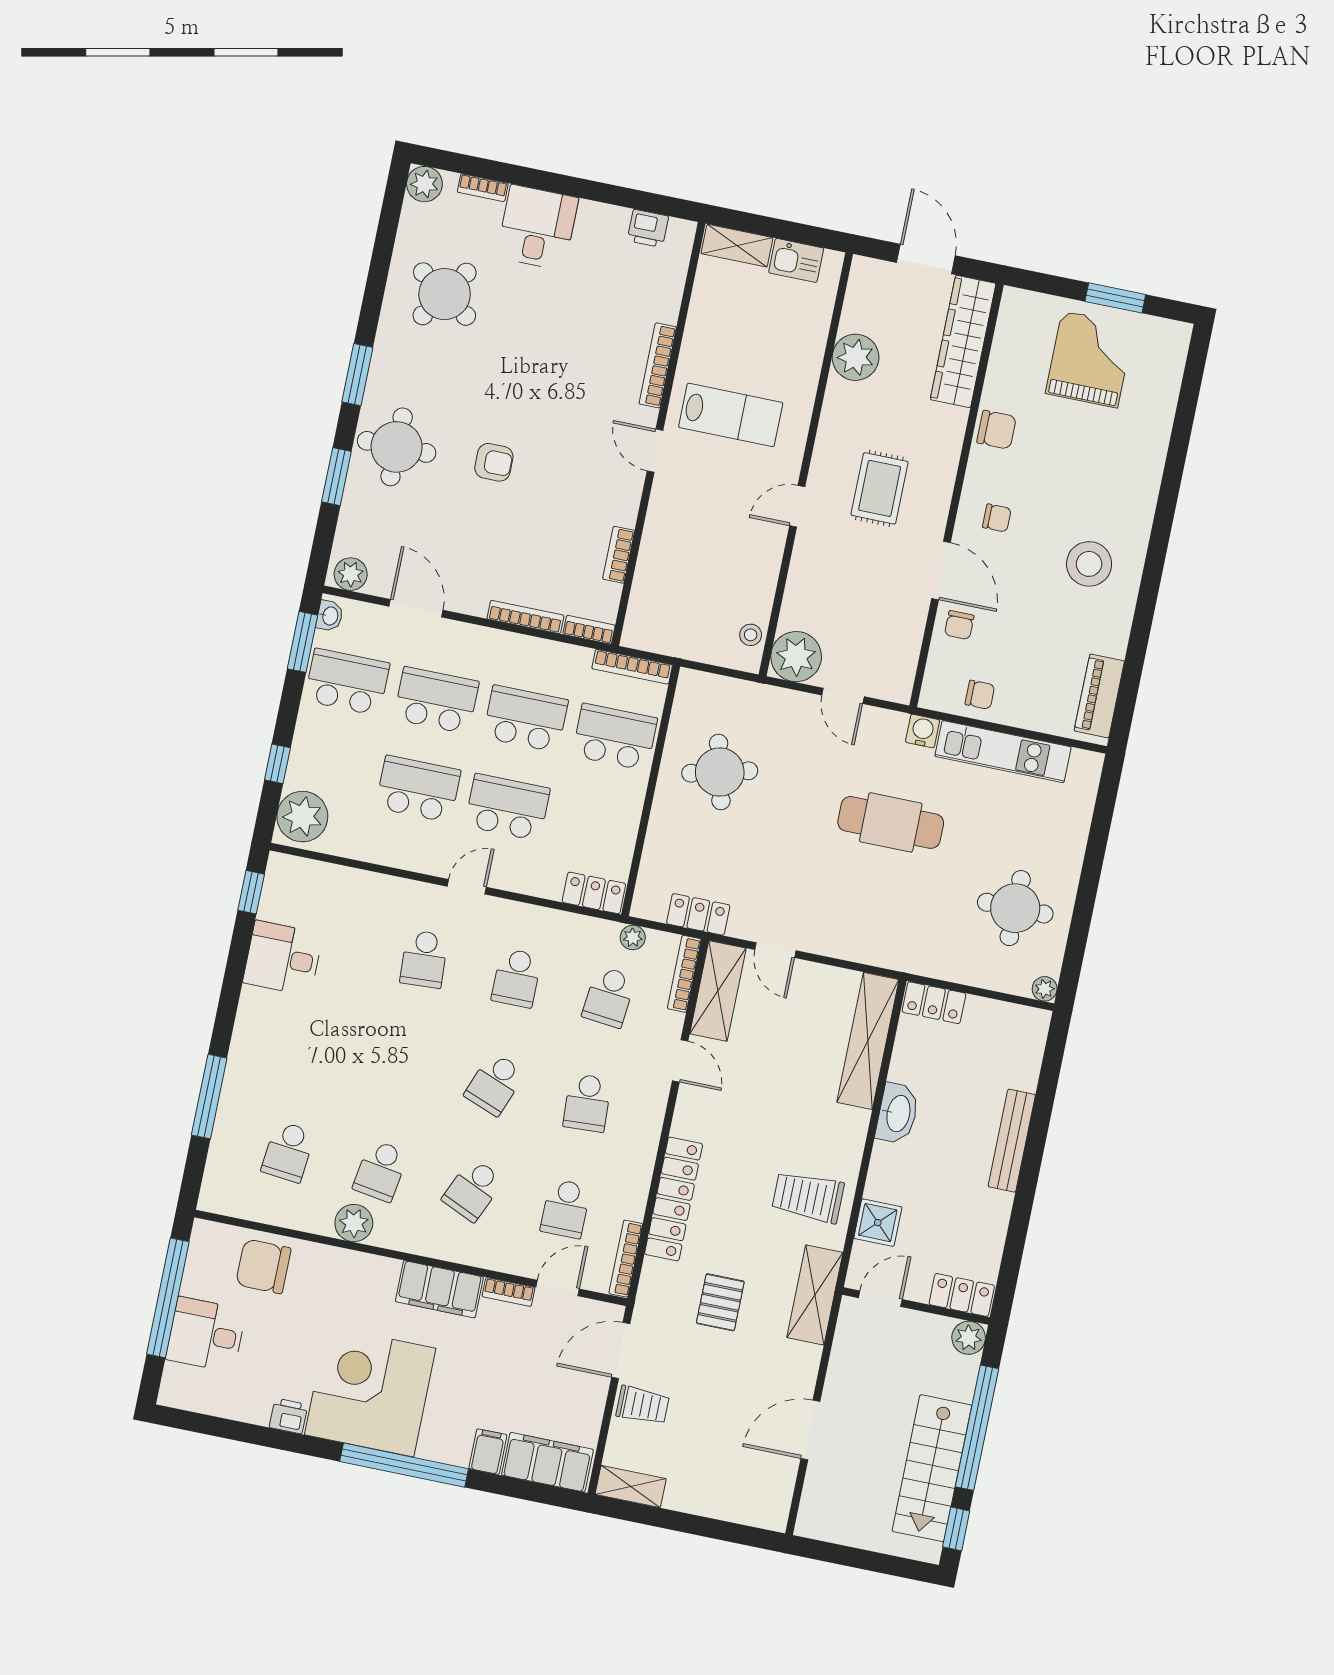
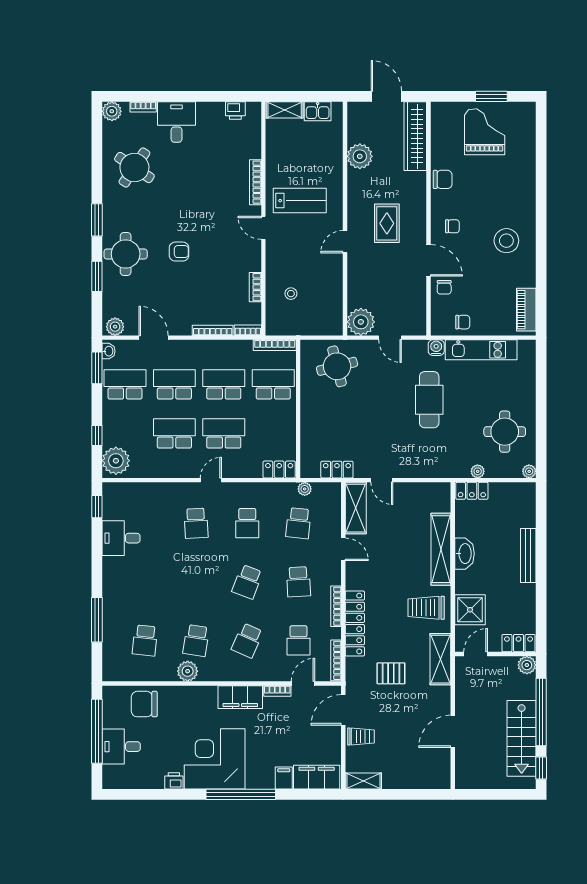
stool: (751, 635) -> (291, 294), moved
round table: (720, 772) -> (337, 366), moved
cafe table: (891, 822) -> (429, 400), turned 90
plant: (952, 970) -> (478, 471), added
bookcase: (684, 974) -> (336, 606), moved
shelving: (868, 1041) -> (441, 549), moved
shower: (878, 1223) -> (470, 610), width x1.36, depth x1.36
pallet: (720, 1302) -> (391, 673), turned 90

